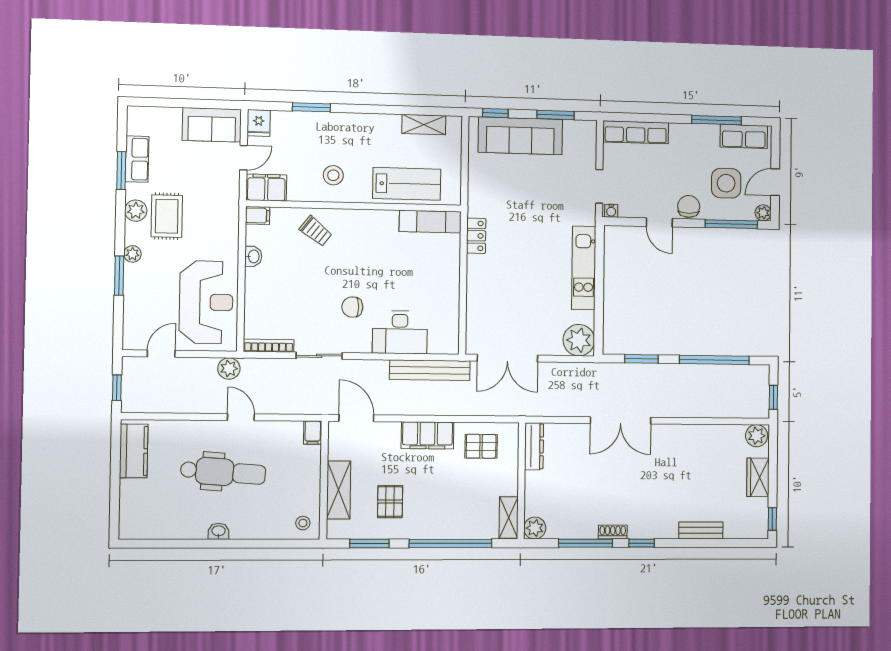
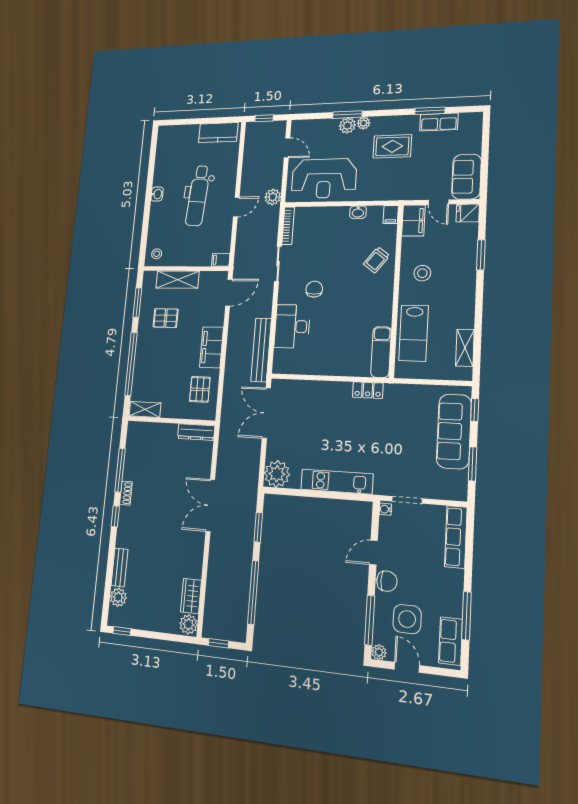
plant: (136, 211) -> (347, 125), moved
wardrobe: (758, 477) -> (191, 596), moved, turned -90
plant: (535, 528) -> (118, 597), moved

